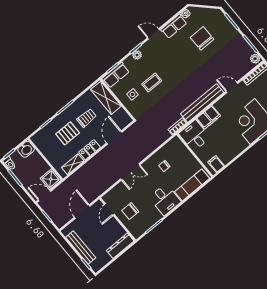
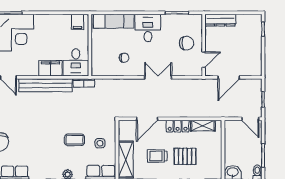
shower: (51, 179) -> (233, 129), removed
bench: (81, 248) -> (256, 47), removed

